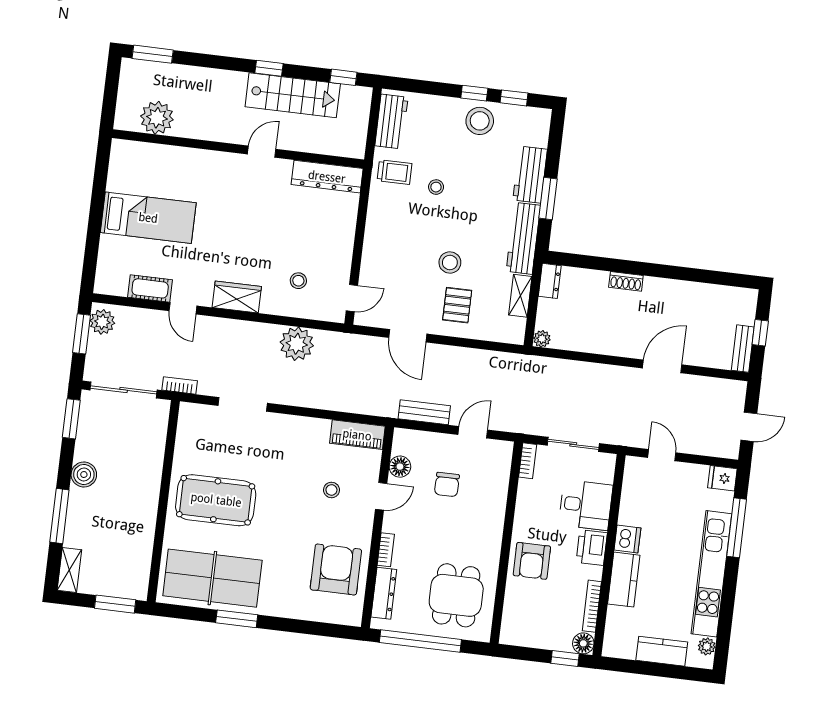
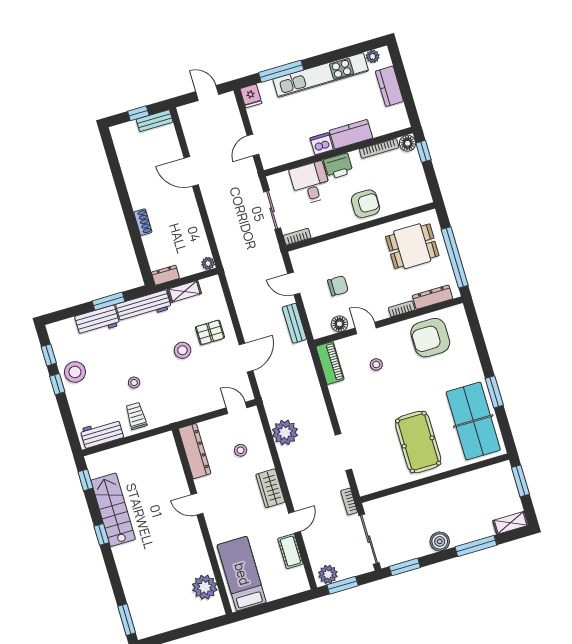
plant: (157, 118) -> (205, 587), moved
wall: (238, 149) -> (202, 521), moved
door: (262, 152) -> (197, 504), moved
dresser: (327, 177) -> (195, 451), moved

